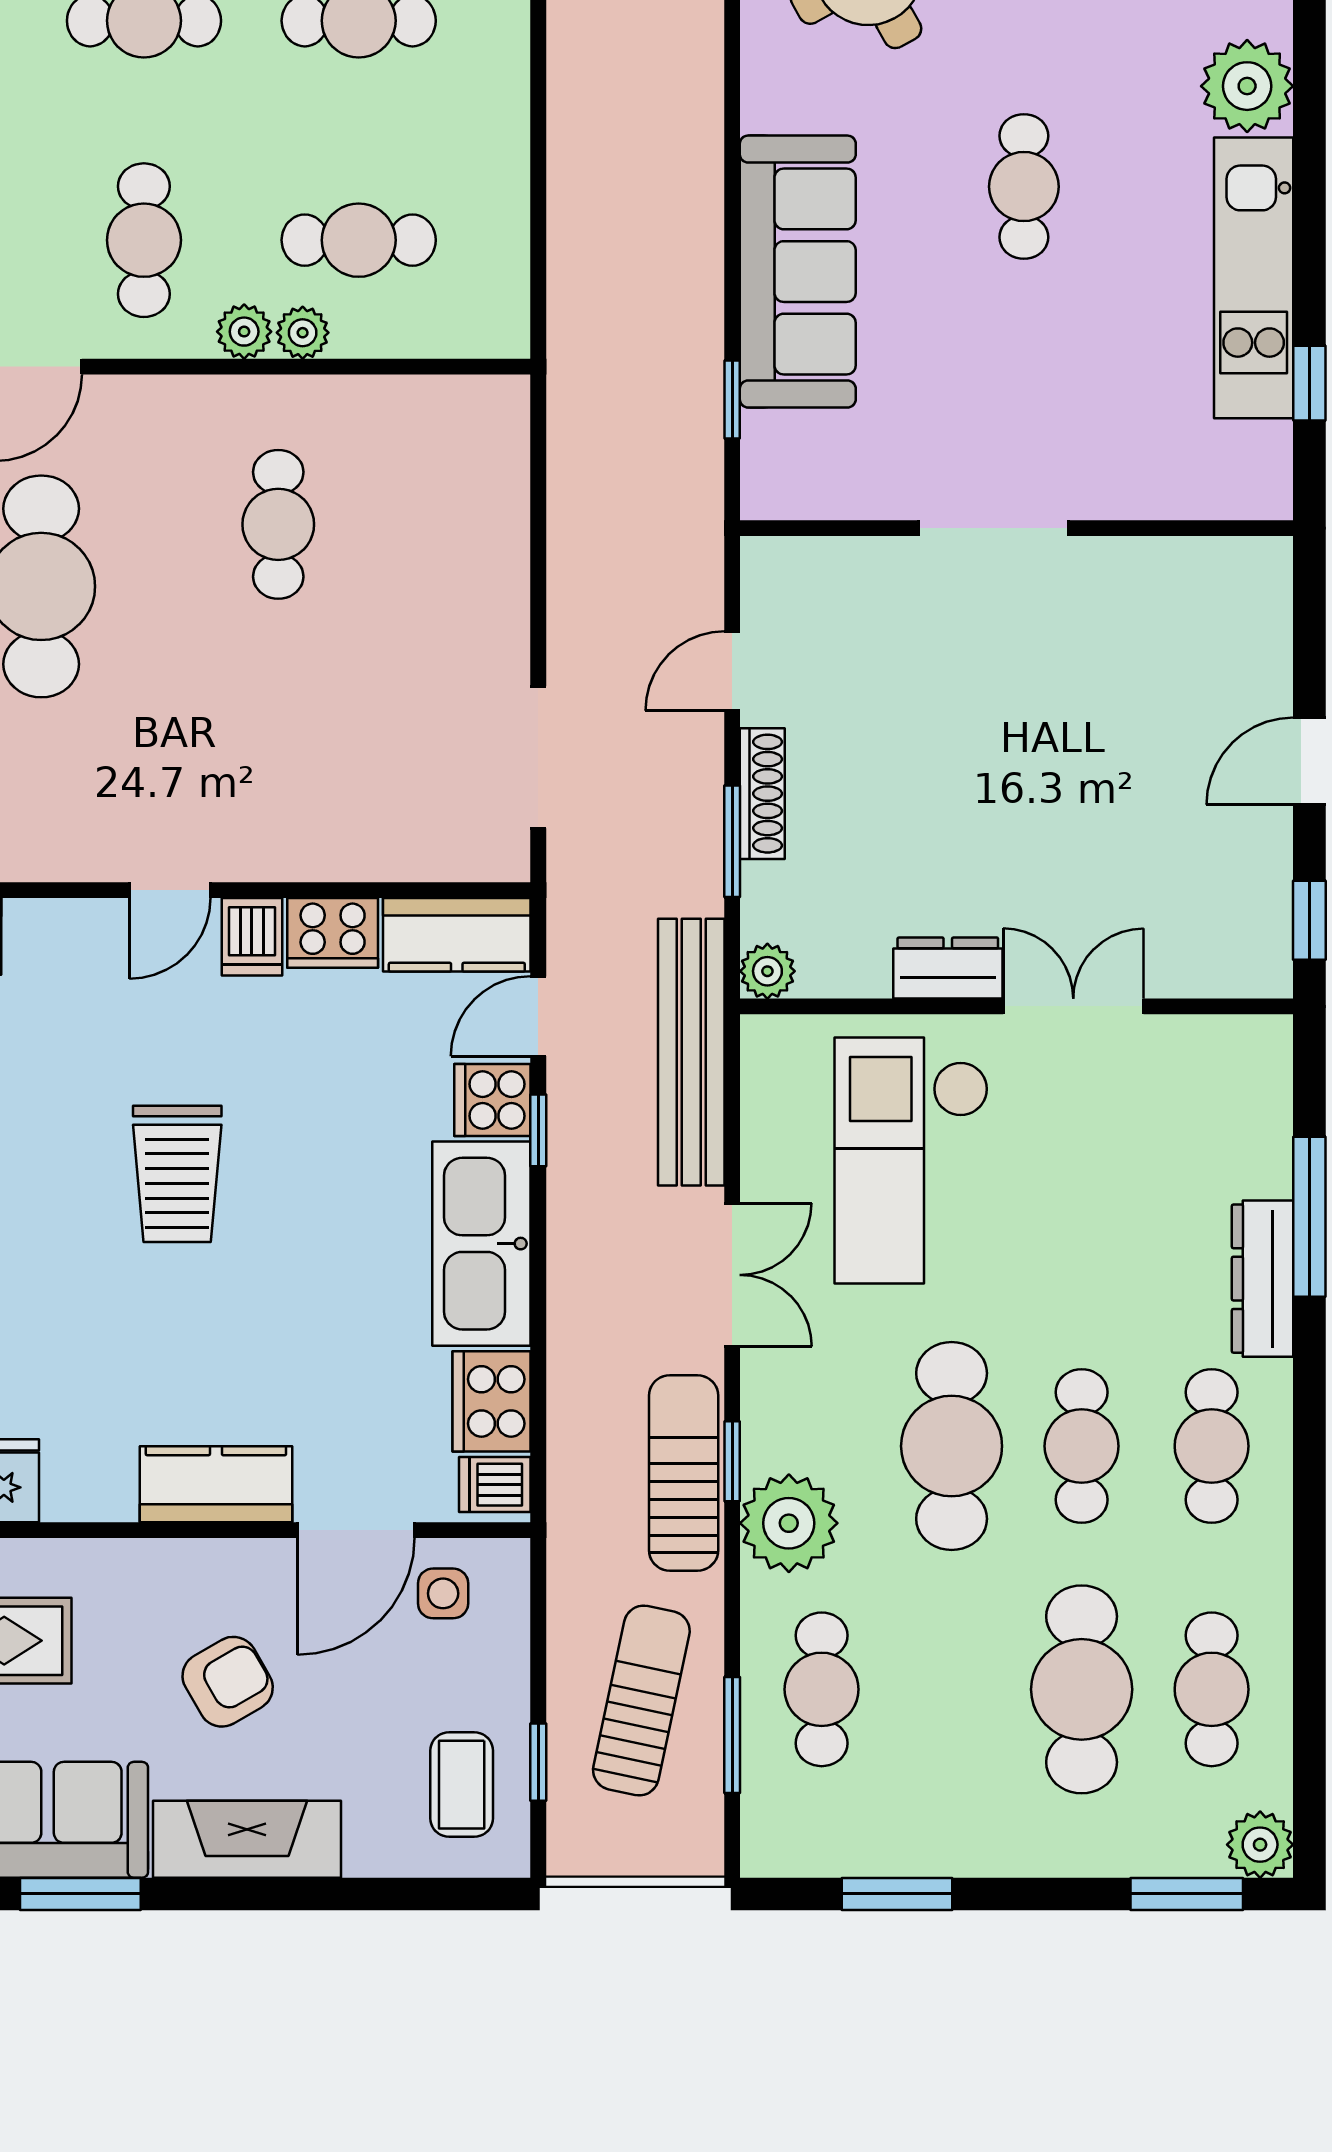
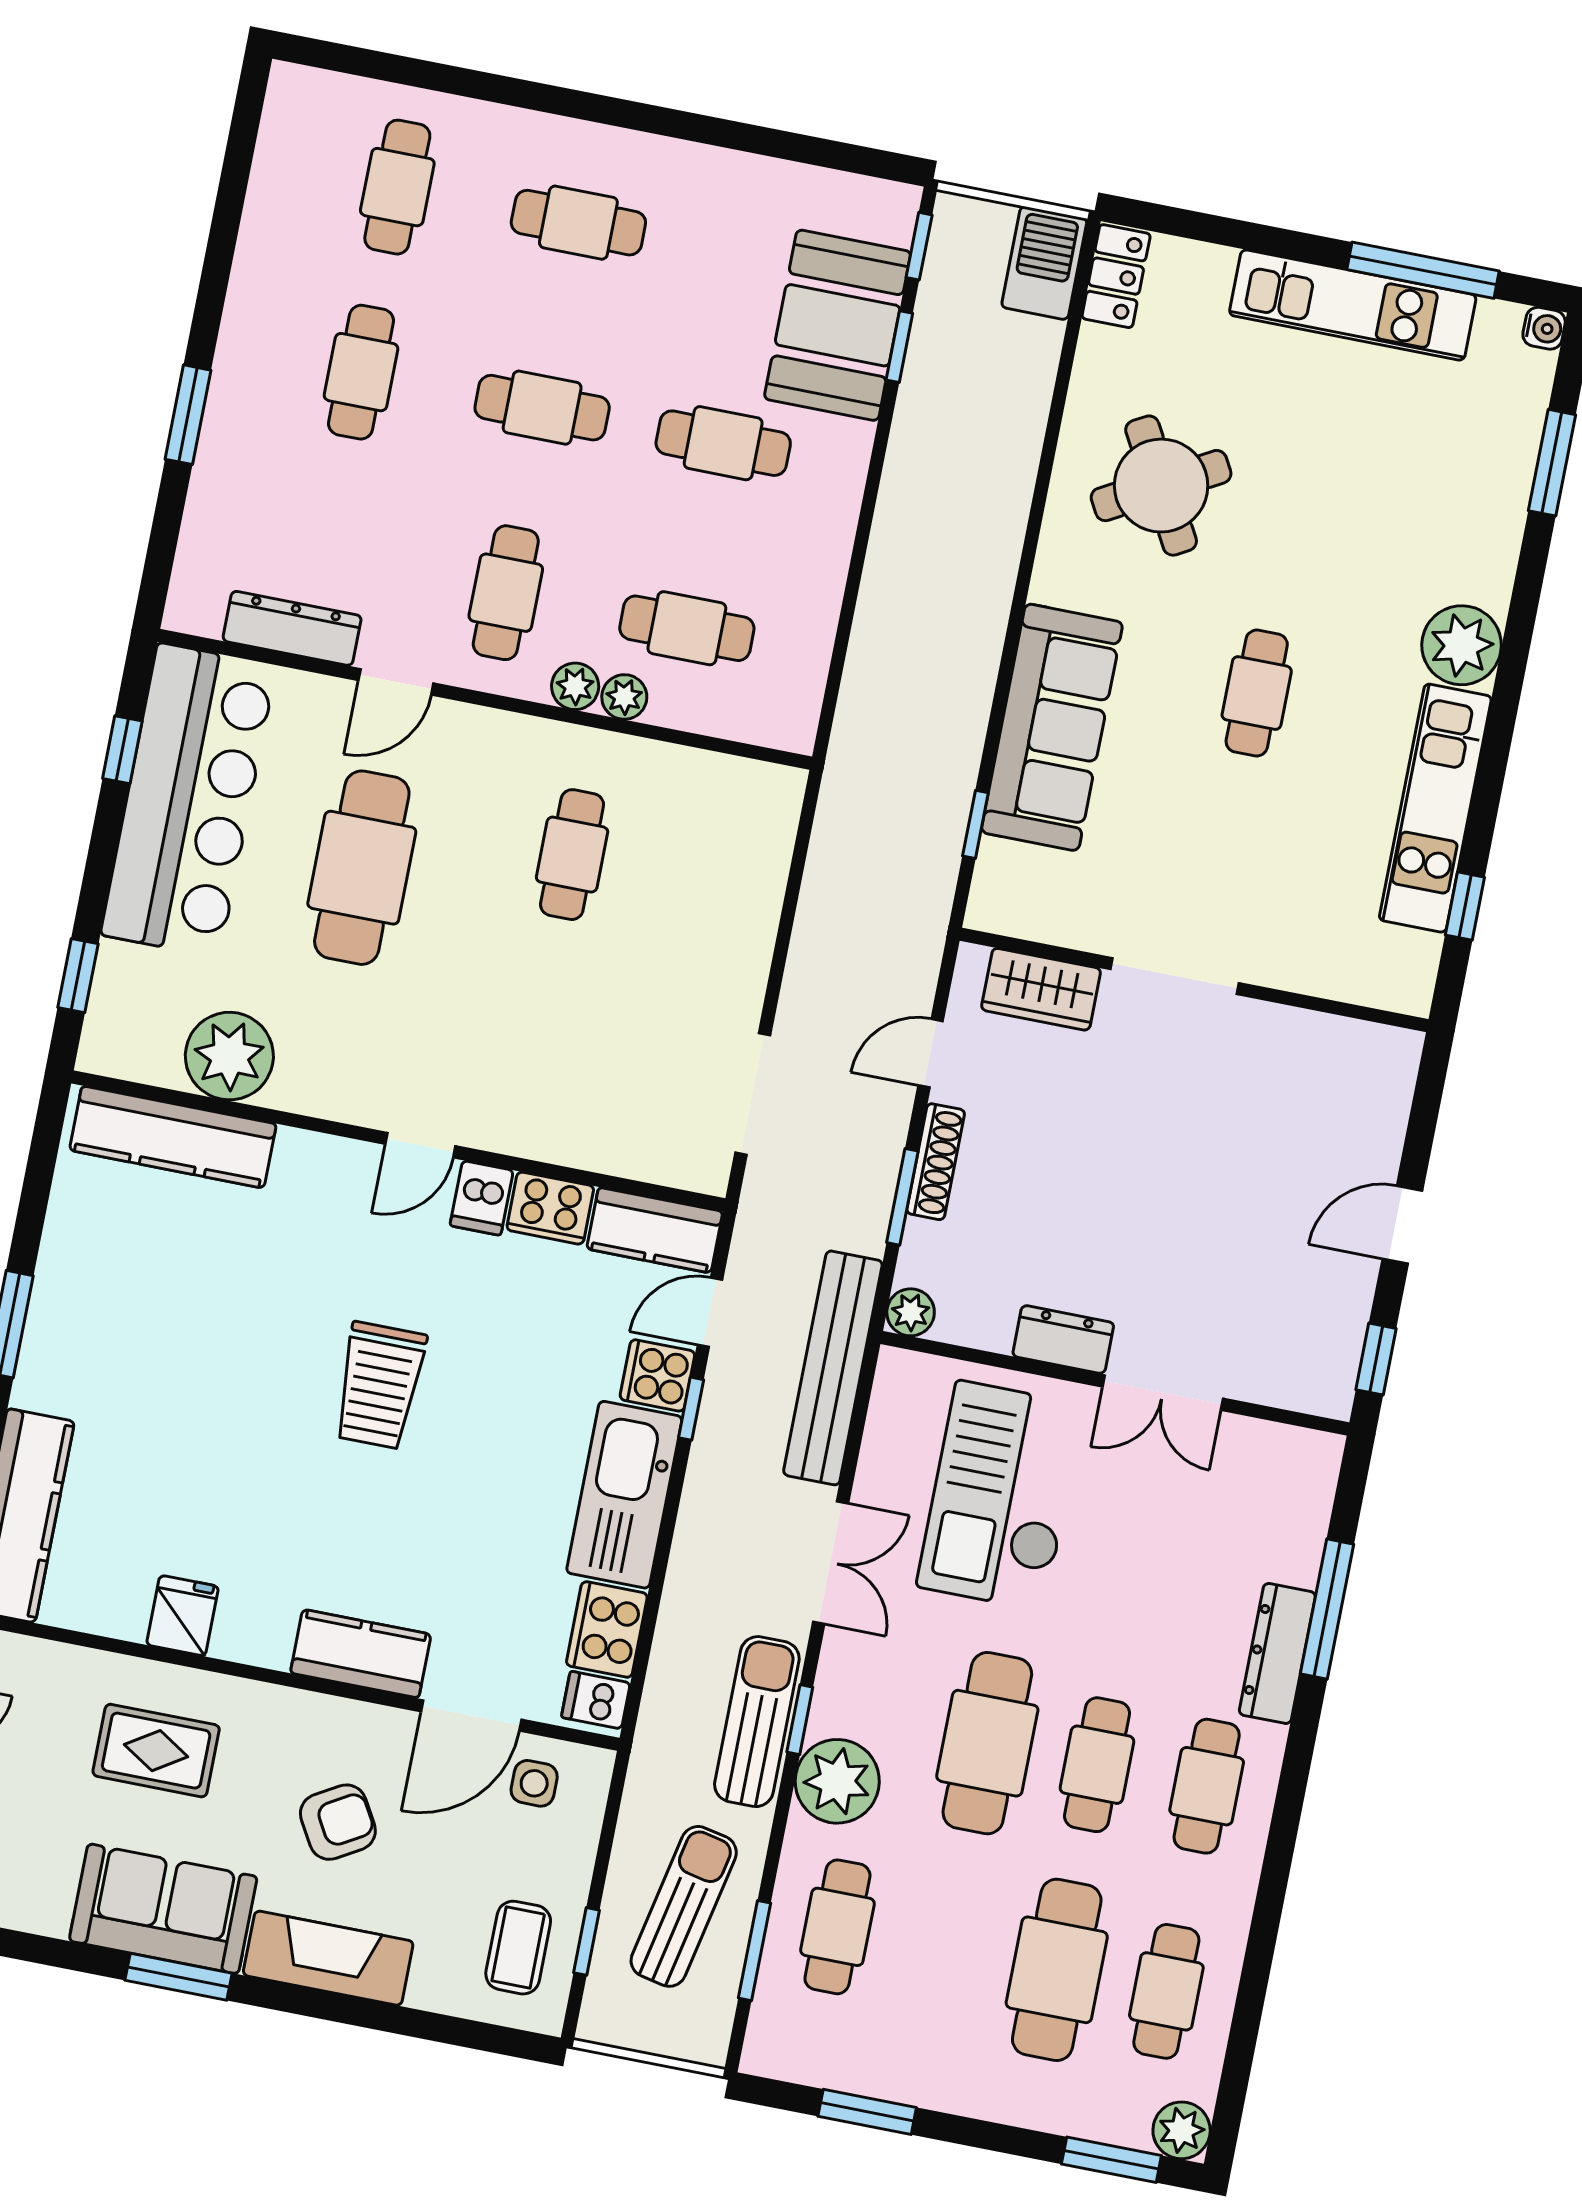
wardrobe: (844, 573) -> (1041, 989), added
double door: (1073, 1006) -> (1163, 1393), swing flipped

